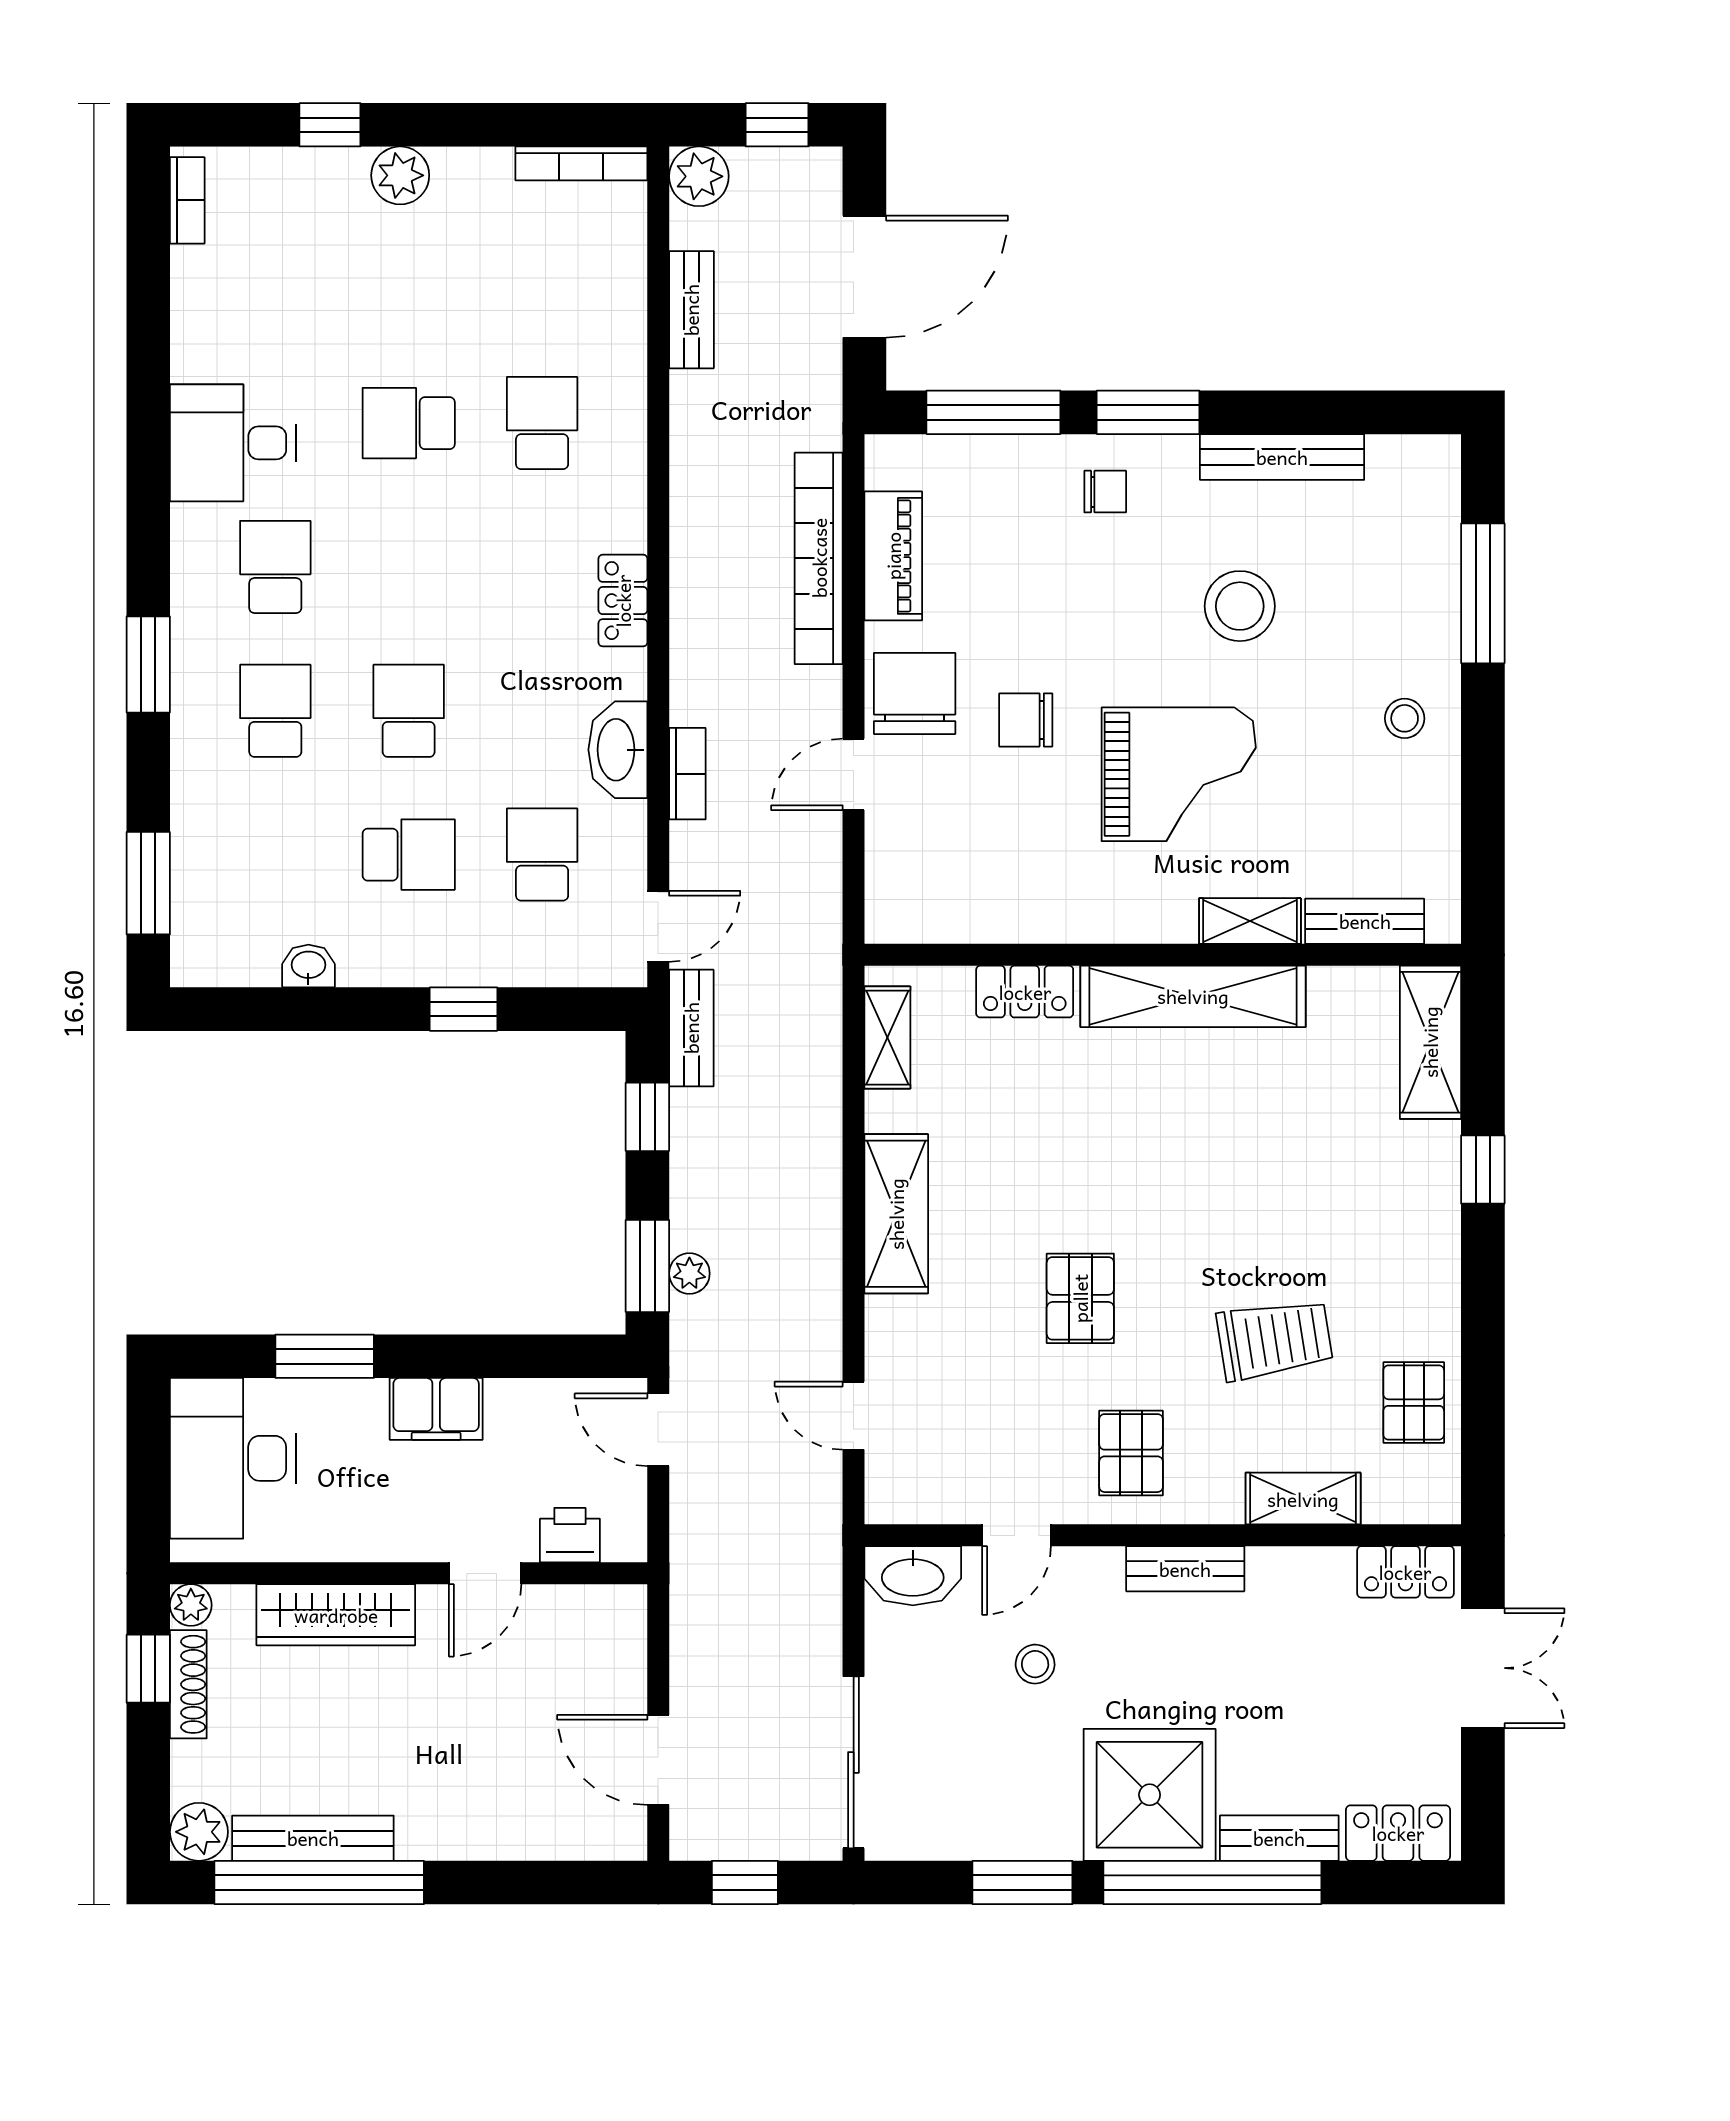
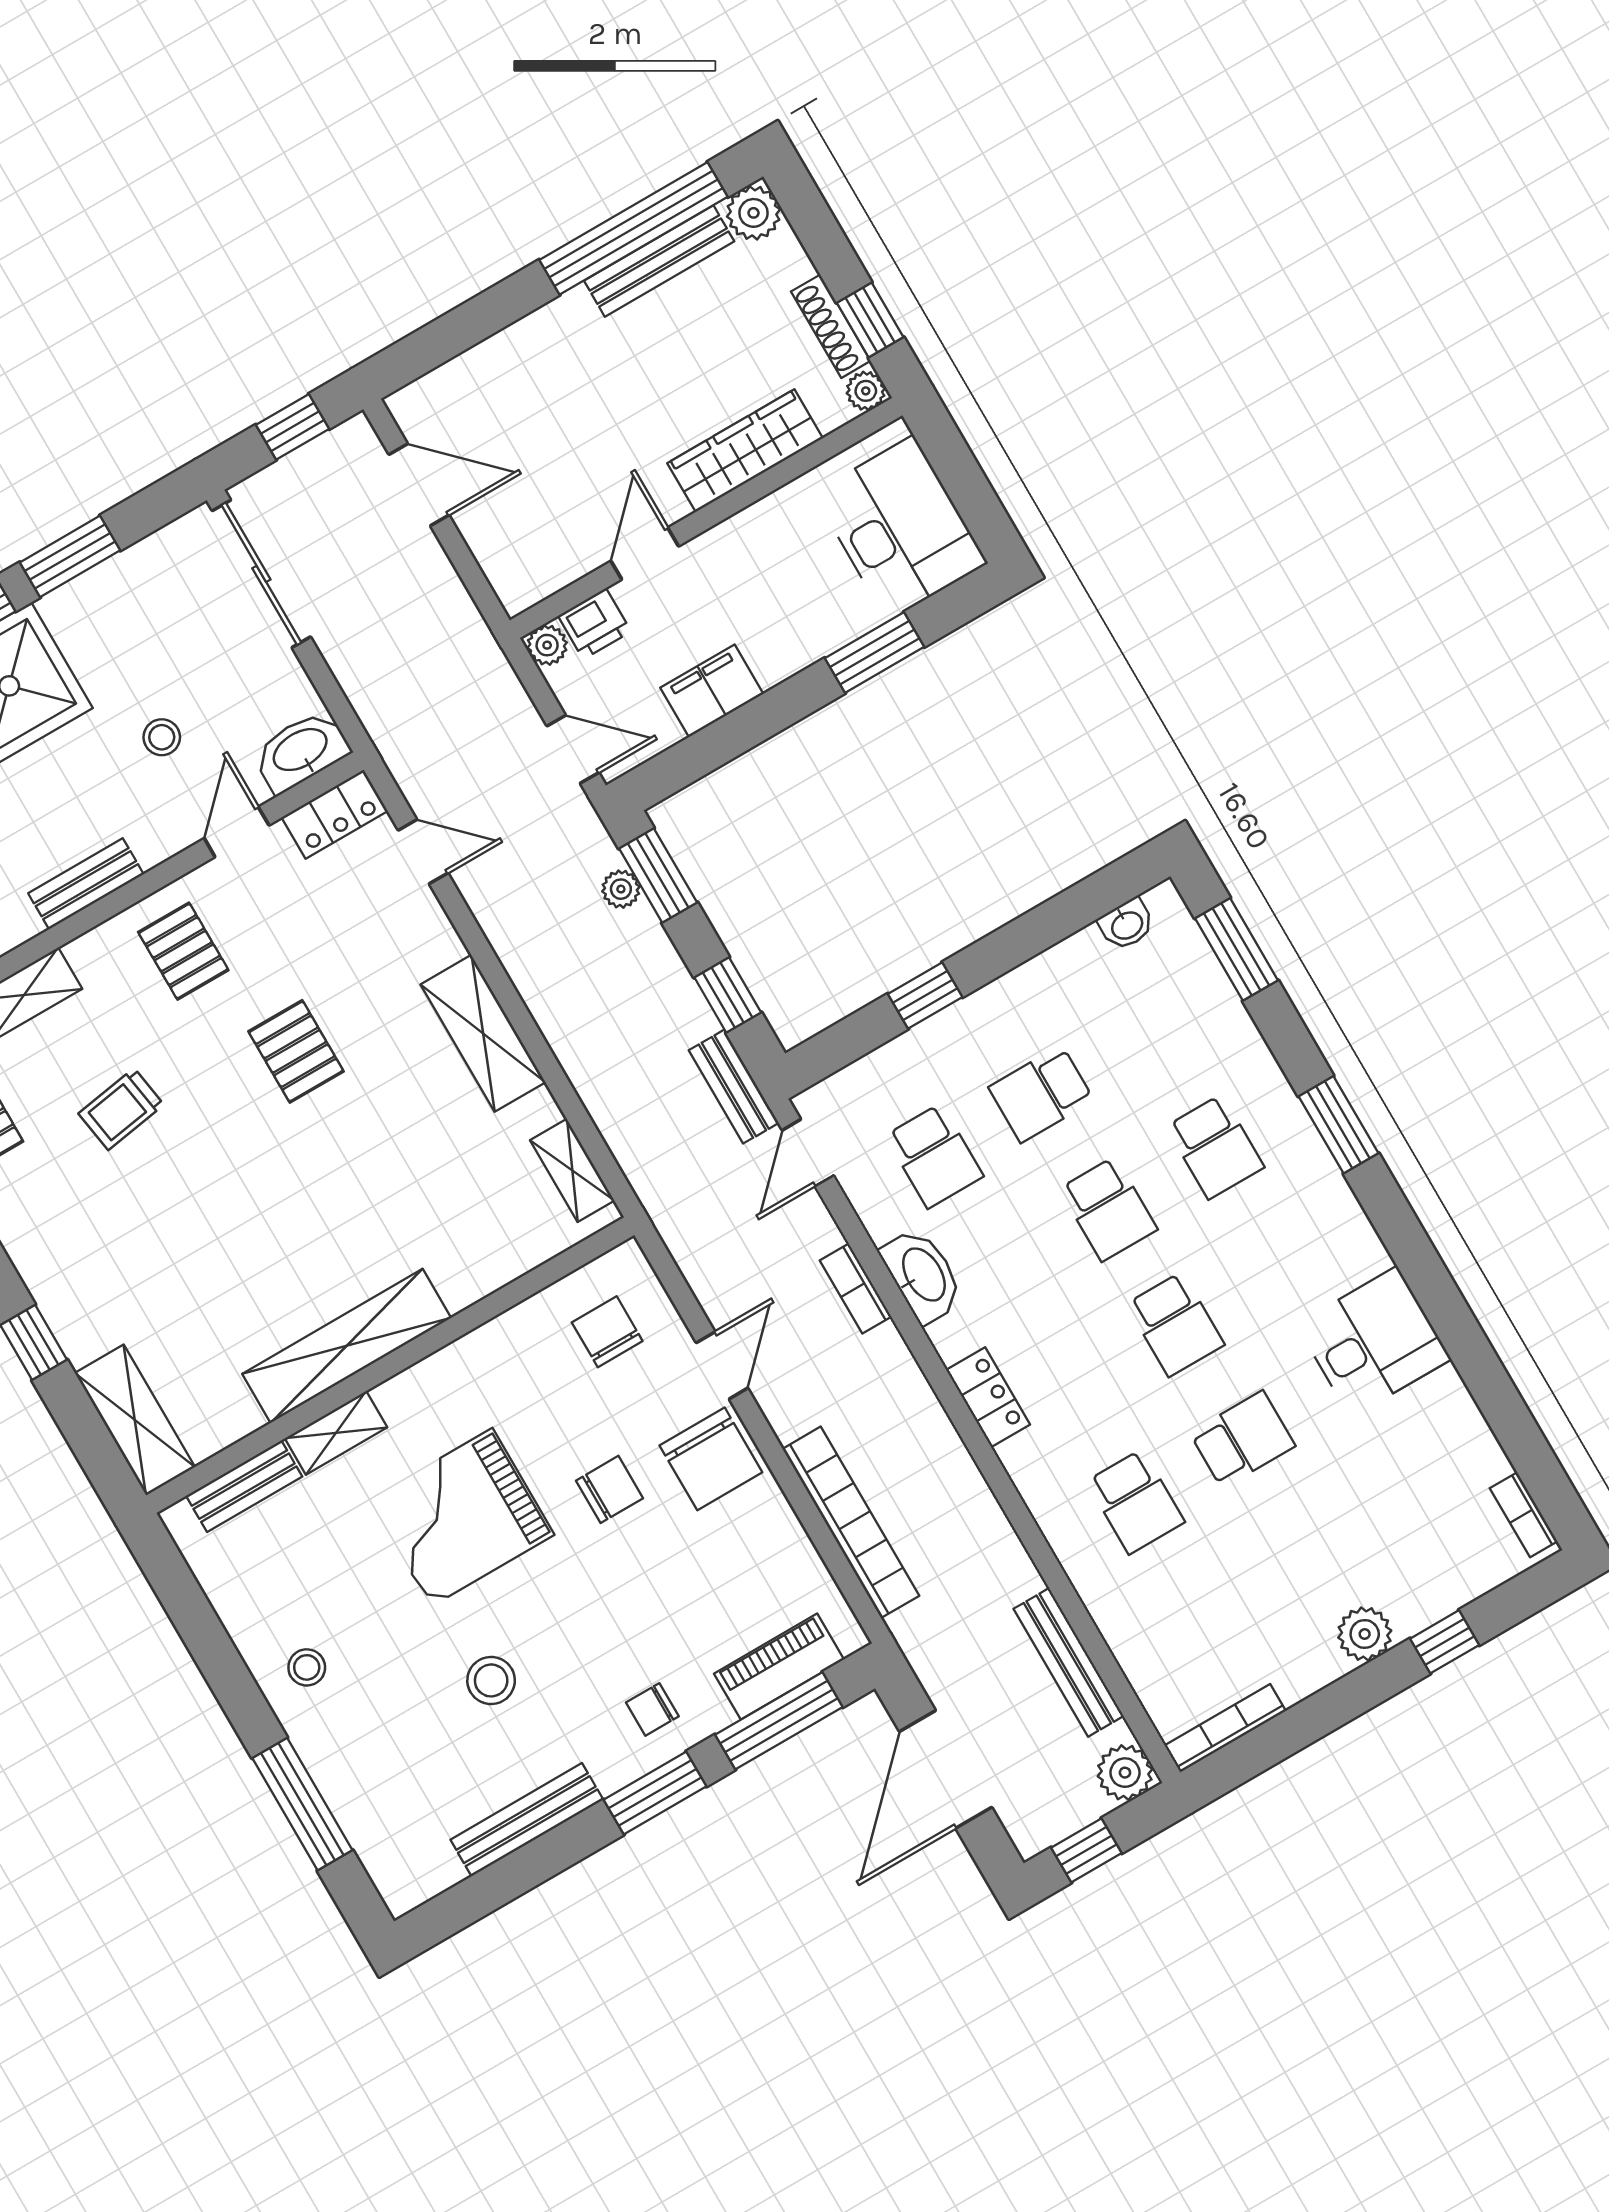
bench: (691, 310) -> (1069, 1662), width x1.36
piano: (893, 556) -> (779, 1667), moved, turned 90
school desk: (275, 567) -> (1175, 1324), moved
stool: (1240, 606) -> (491, 1680), width x0.73, depth x0.73
chair: (942, 868) -> (607, 1332), added
washbasin: (308, 966) -> (1127, 925), moved
locker: (1025, 992) -> (335, 814), moved, turned 180
trolley: (1275, 1339) -> (121, 1109), width x0.73, depth x0.72
filing cabinet: (436, 1409) -> (712, 691), moved
plant: (626, 1541) -> (547, 645), added

